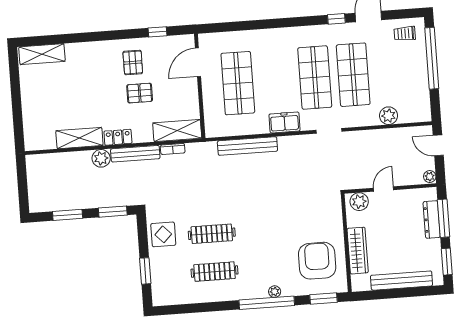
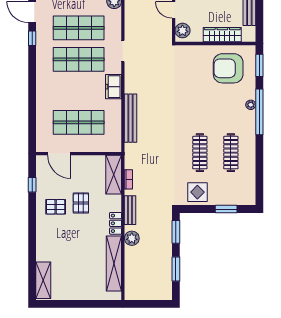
shelving: (79, 138) -> (114, 264), width x1.47
bench: (135, 154) -> (130, 210), width x0.73

